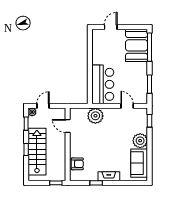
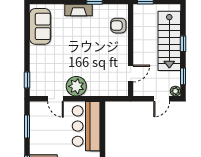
plant: (95, 116) -> (76, 86), moved
door: (68, 126) -> (131, 73), hinge flipped
plant: (140, 141) -> (39, 55), removed

